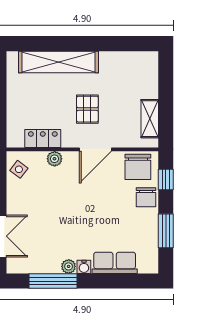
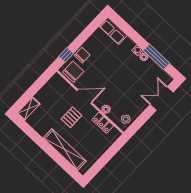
shelving: (150, 119) -> (29, 109), moved
window: (166, 231) -> (87, 32), removed
row of seats: (115, 263) -> (113, 31), moved

